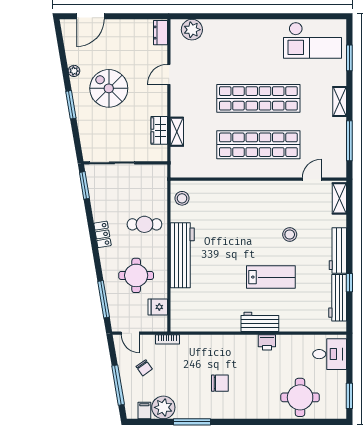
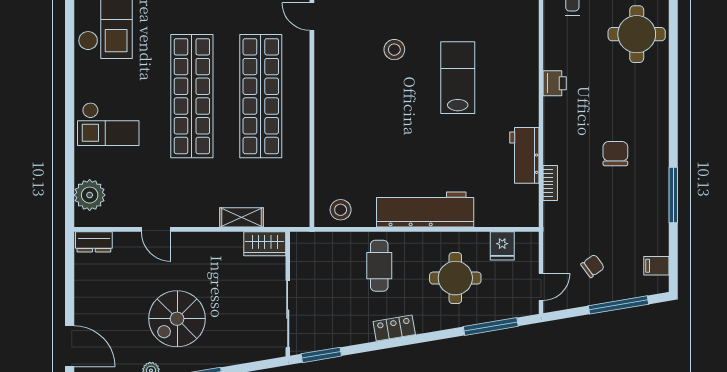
checkout: (240, 42) -> (108, 124), added
wardrobe: (159, 130) -> (265, 244), moved
workbench: (260, 322) -> (524, 155), moved
bookcase: (168, 339) -> (550, 183), moved
plant: (163, 407) -> (652, 238), removed

